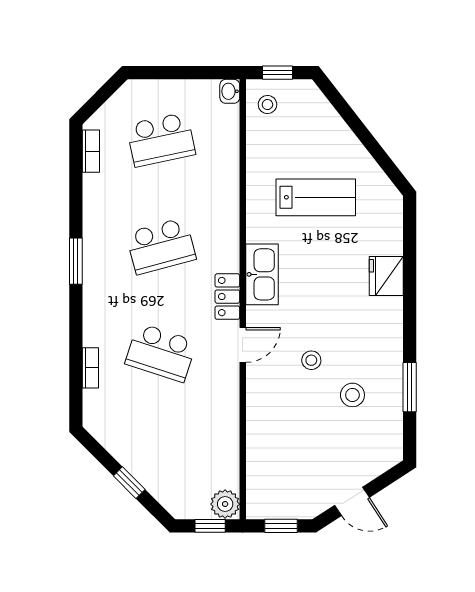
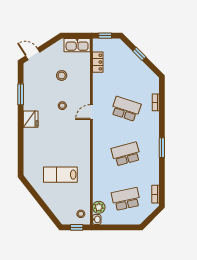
kitchen sink: (262, 274) -> (77, 45), moved, turned -90
fridge: (386, 276) -> (31, 119), moved
locker: (227, 297) -> (98, 62), moved
stool: (352, 395) -> (62, 75), moved
door: (352, 501) -> (33, 54), moved
plant: (225, 504) -> (99, 207), moved
window: (281, 526) -> (75, 36), removed

